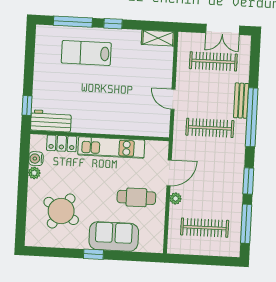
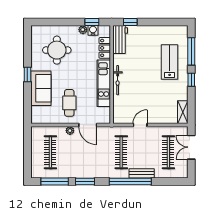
double door: (223, 29) -> (191, 147), moved
bicycle: (108, 128) -> (118, 80), added
window: (24, 159) -> (92, 22), added
round table: (61, 211) -> (57, 50), turned -33

